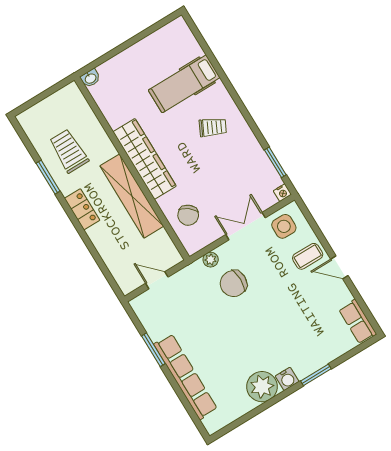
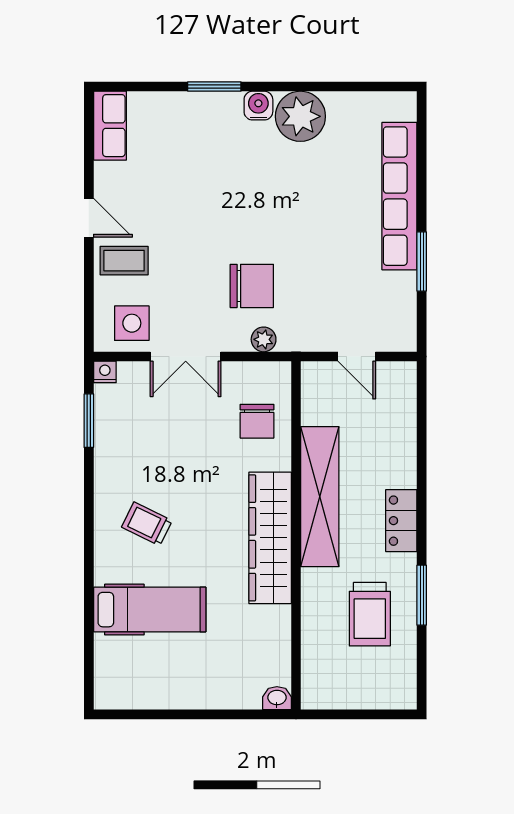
chair: (188, 215) -> (257, 421), turned 142

